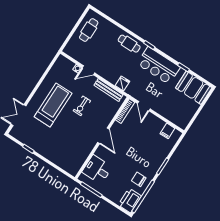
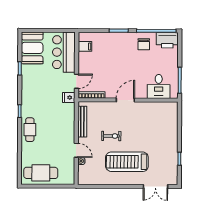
cafe table: (89, 30) -> (41, 173), width x1.37, depth x1.35
bar counter: (159, 66) -> (64, 52), moved, turned 180
fridge: (122, 83) -> (69, 97), moved

